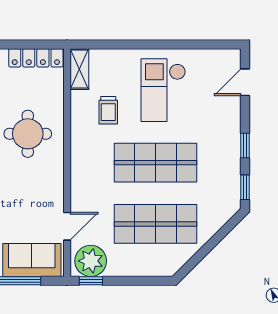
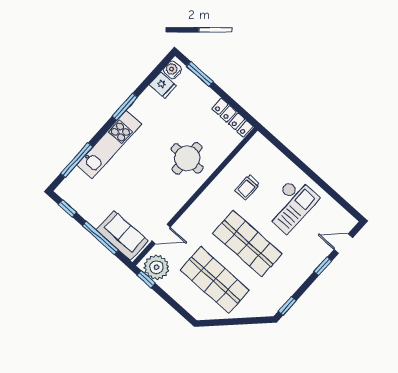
shelving: (79, 69) -> (252, 148), removed
checkout: (163, 90) -> (291, 205), turned 180
window: (245, 146) -> (323, 266), moved

